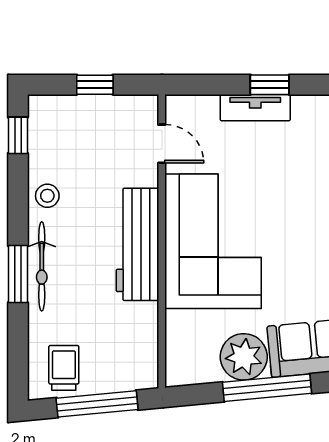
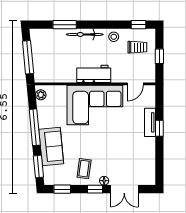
workbench: (137, 244) -> (94, 74), width x0.73
window: (18, 274) -> (65, 25), moved
plant: (244, 357) -> (41, 95), moved, width x0.53, depth x0.53
trolley: (64, 368) -> (137, 47), moved

